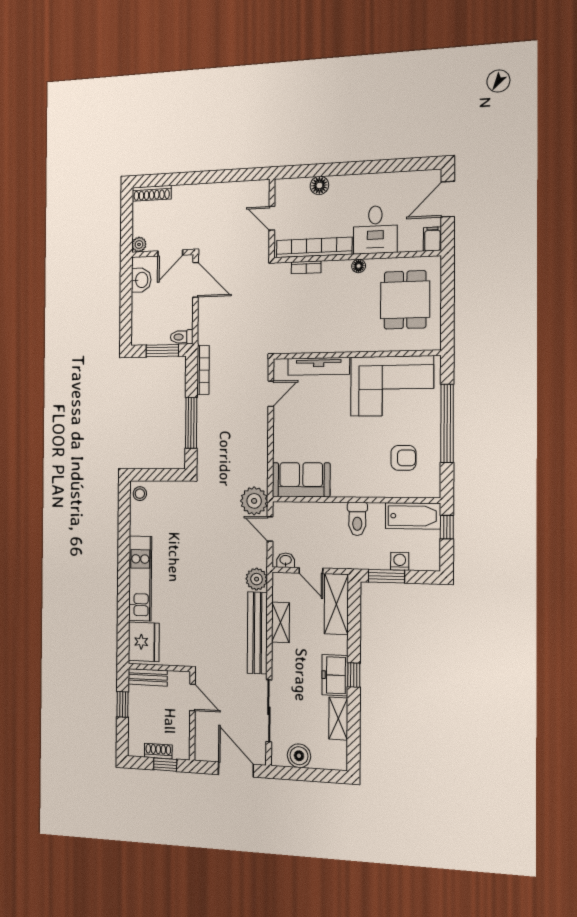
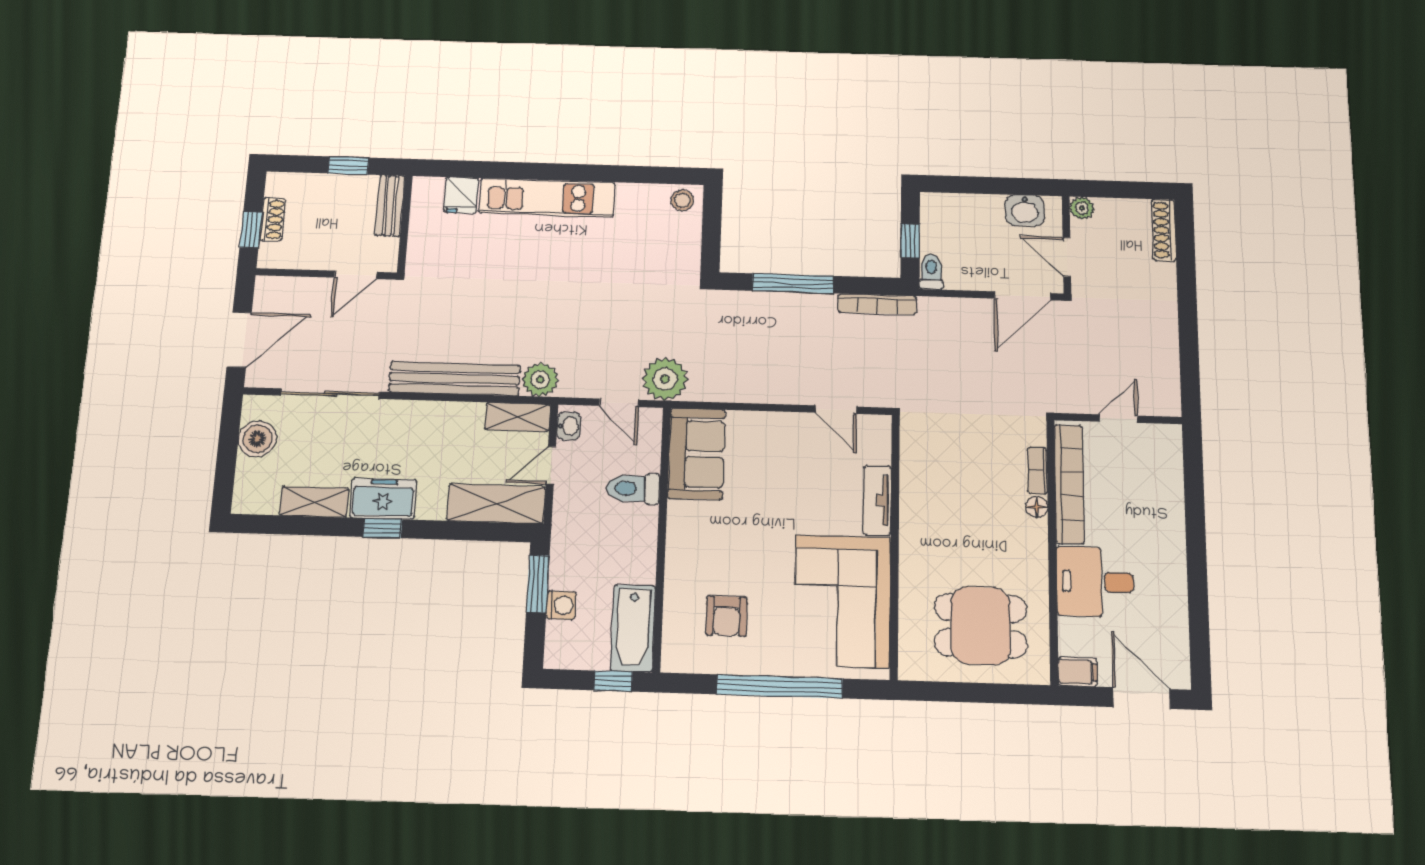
floor lamp: (319, 185) -> (1169, 495), removed
floor lamp: (359, 266) -> (1037, 507), moved
window: (162, 351) -> (910, 241), width x0.67
tv unit: (319, 366) -> (877, 500), width x0.71
toilet: (357, 519) -> (633, 488), moved
door: (270, 529) -> (619, 403), swing flipped
shelving: (280, 622) -> (518, 417), moved
fridge: (144, 642) -> (461, 195), width x0.53, depth x0.75

